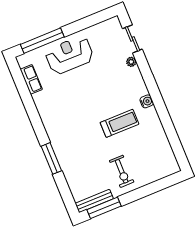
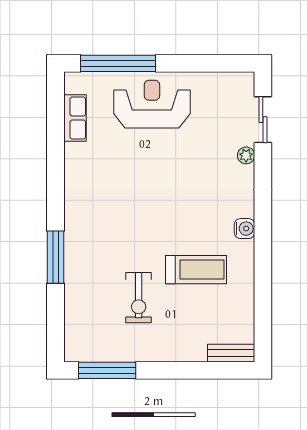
treadmill: (119, 123) -> (196, 270), moved
exercise bike: (122, 171) -> (139, 298), moved
bench: (94, 201) -> (231, 353), moved, width x0.73

